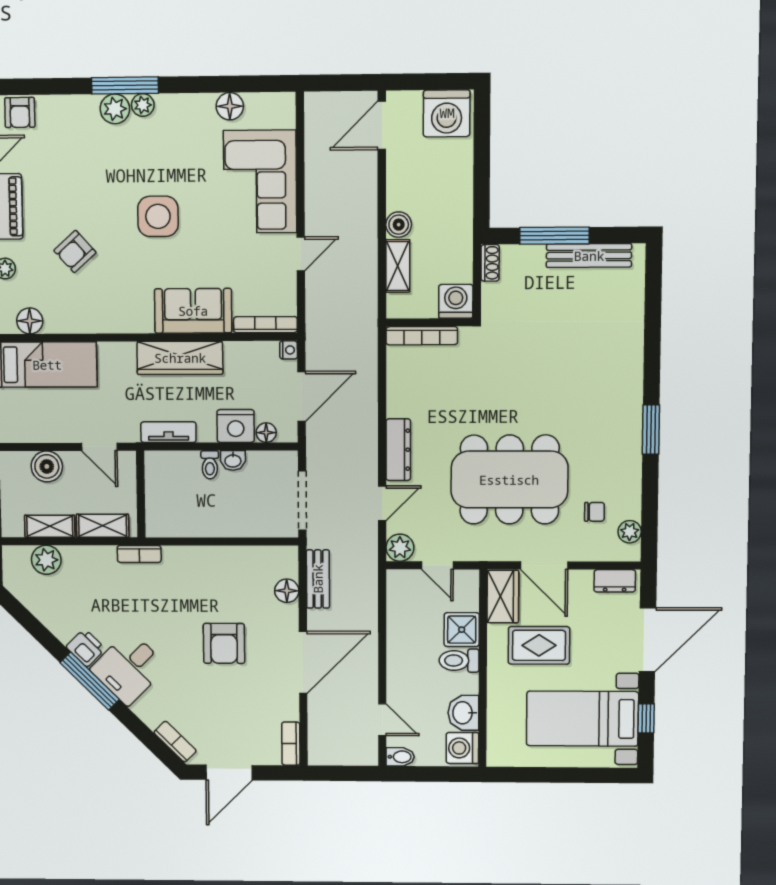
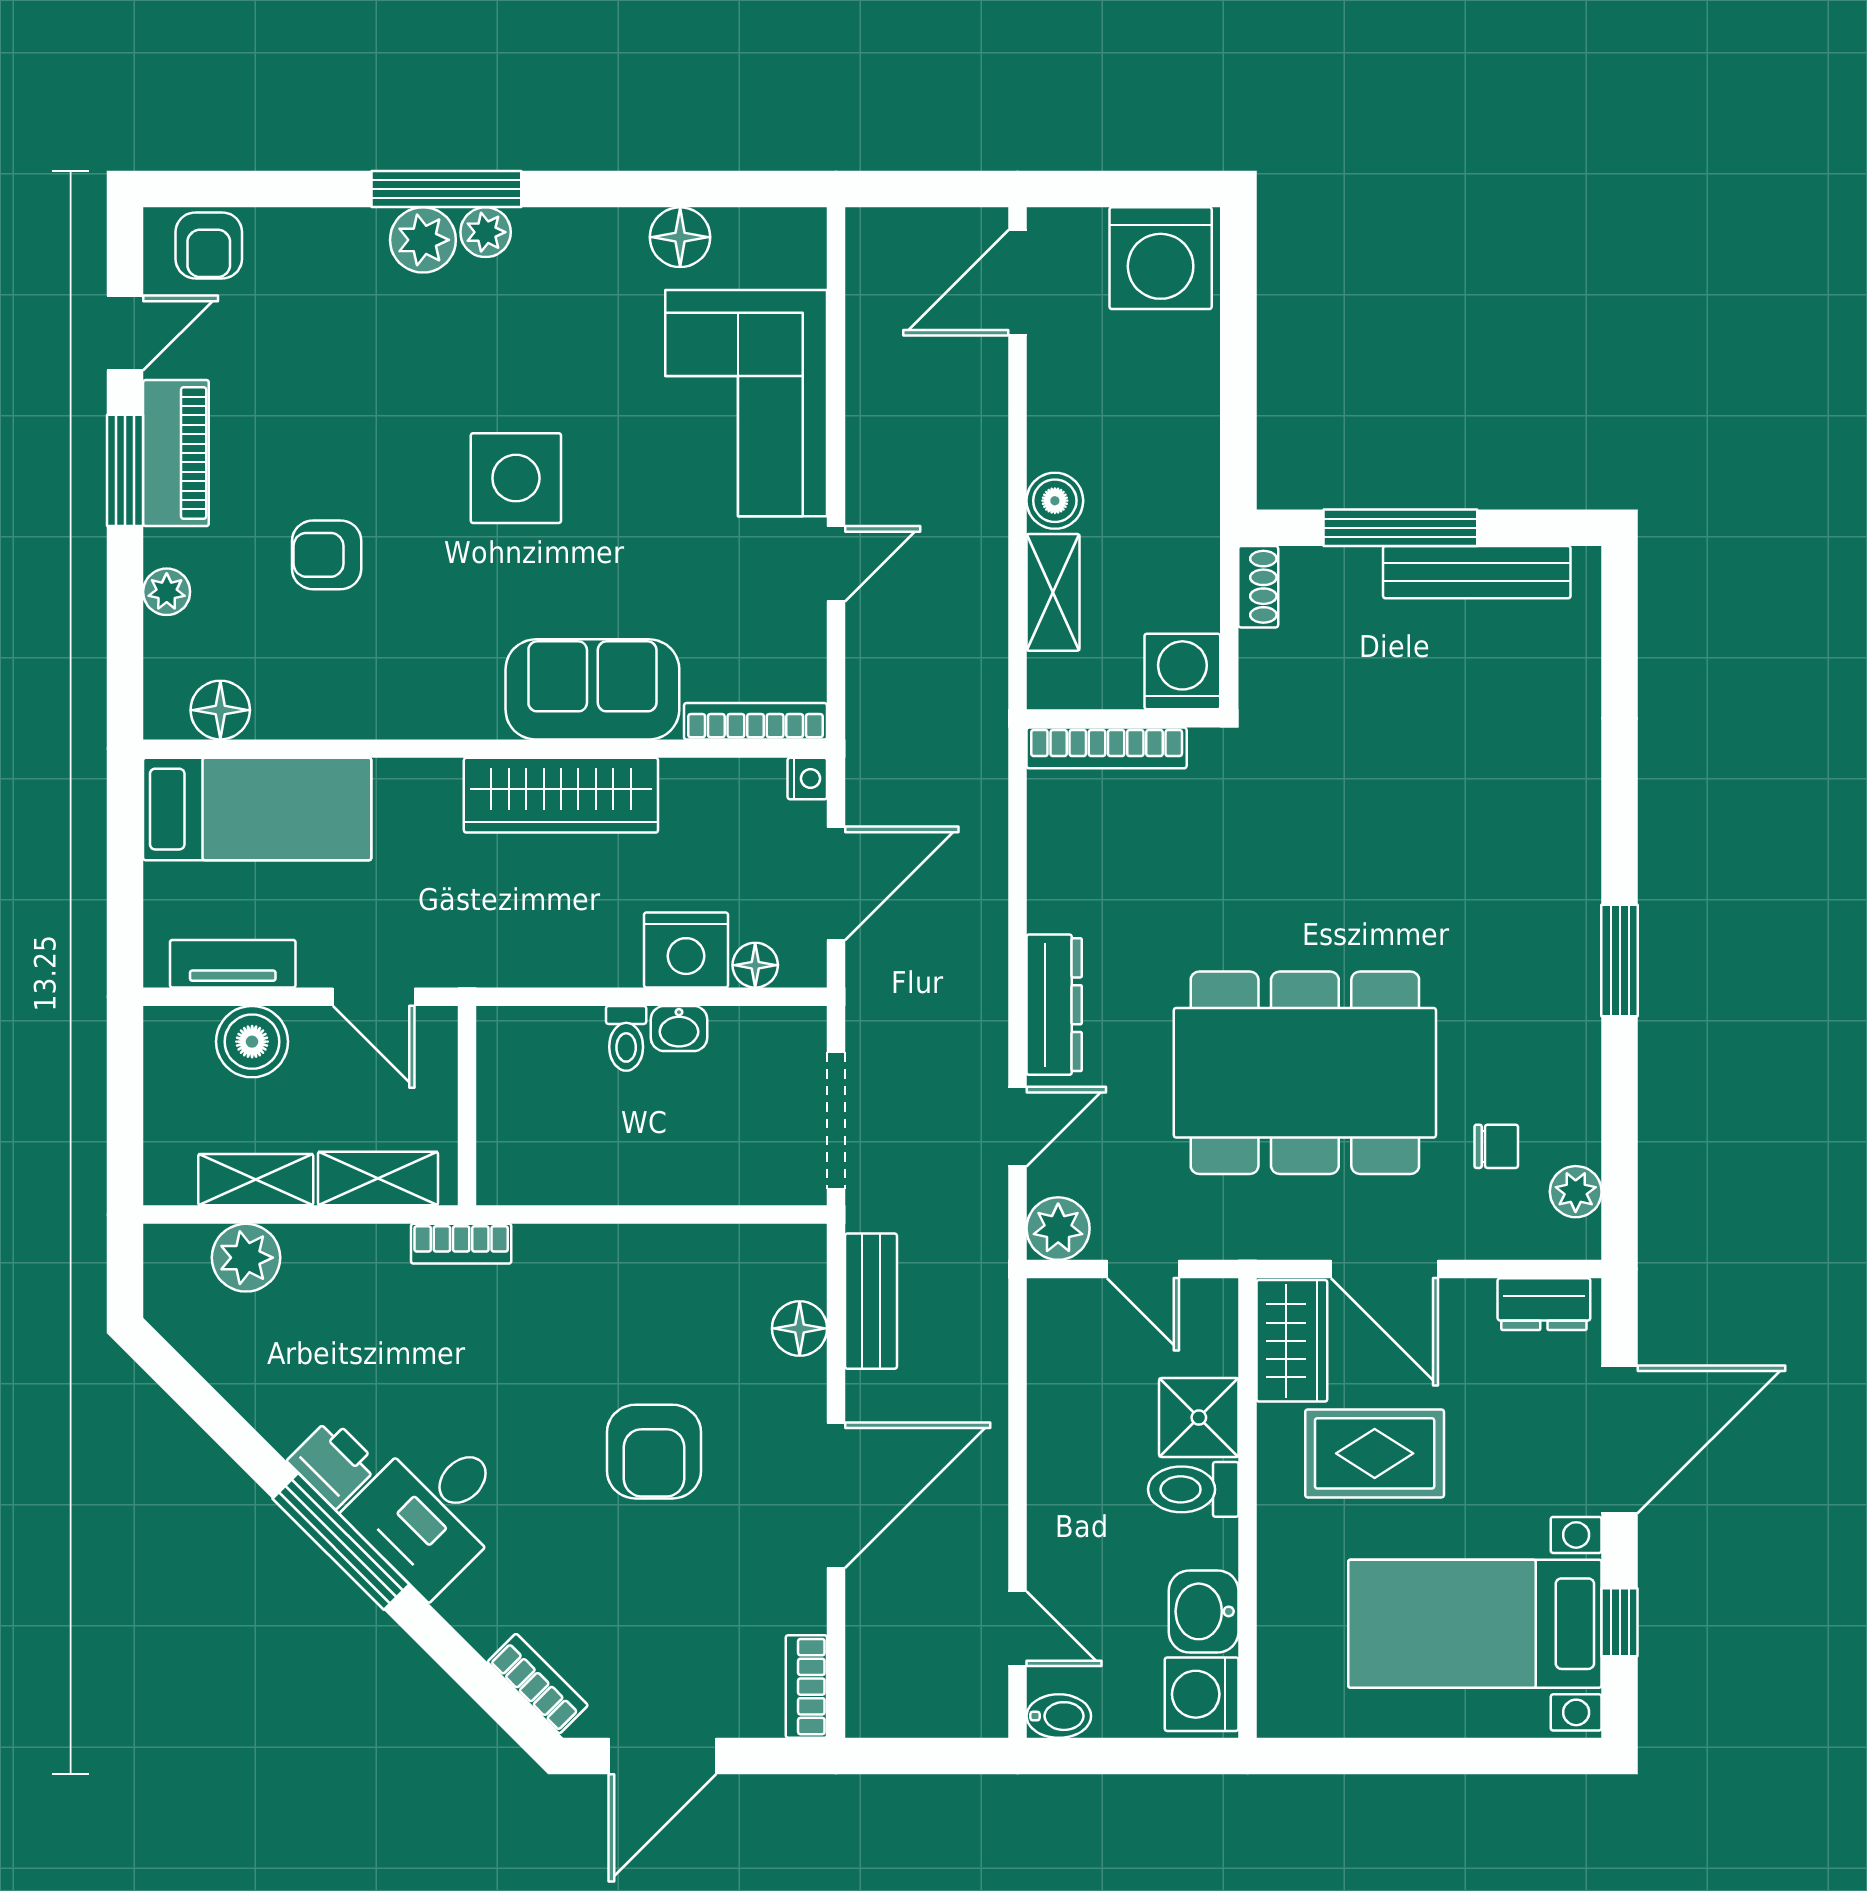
armchair: (75, 252) -> (327, 555), turned 42
tv unit: (168, 432) -> (233, 964), moved

